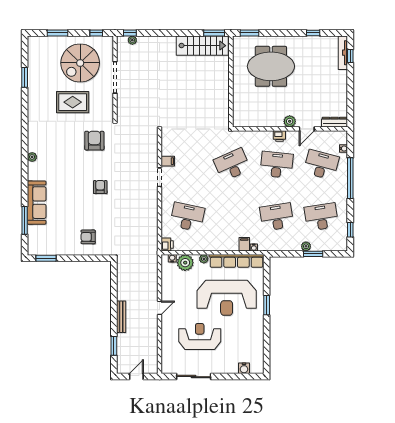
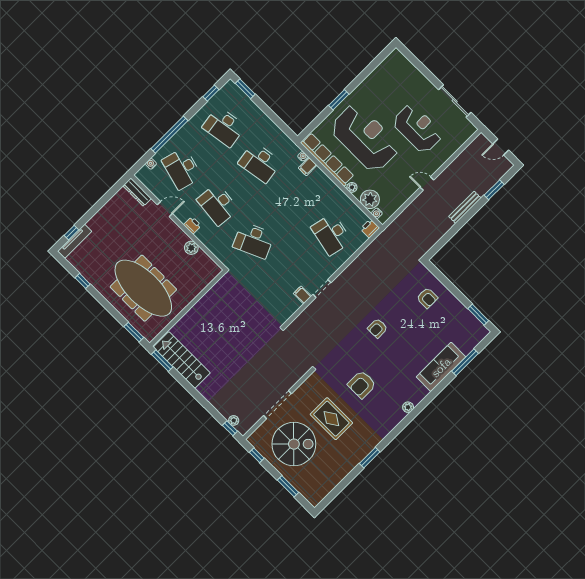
meeting table: (271, 66) -> (143, 288), width x1.36
window: (25, 77) -> (370, 458), moved
plant: (290, 121) -> (191, 248), moved
armchair: (94, 141) -> (362, 384), moved
plant: (306, 246) -> (260, 115), removed
window: (313, 254) -> (245, 89), moved
reception desk: (200, 336) -> (418, 128), turned 180
water cooler: (244, 368) -> (408, 67), removed

